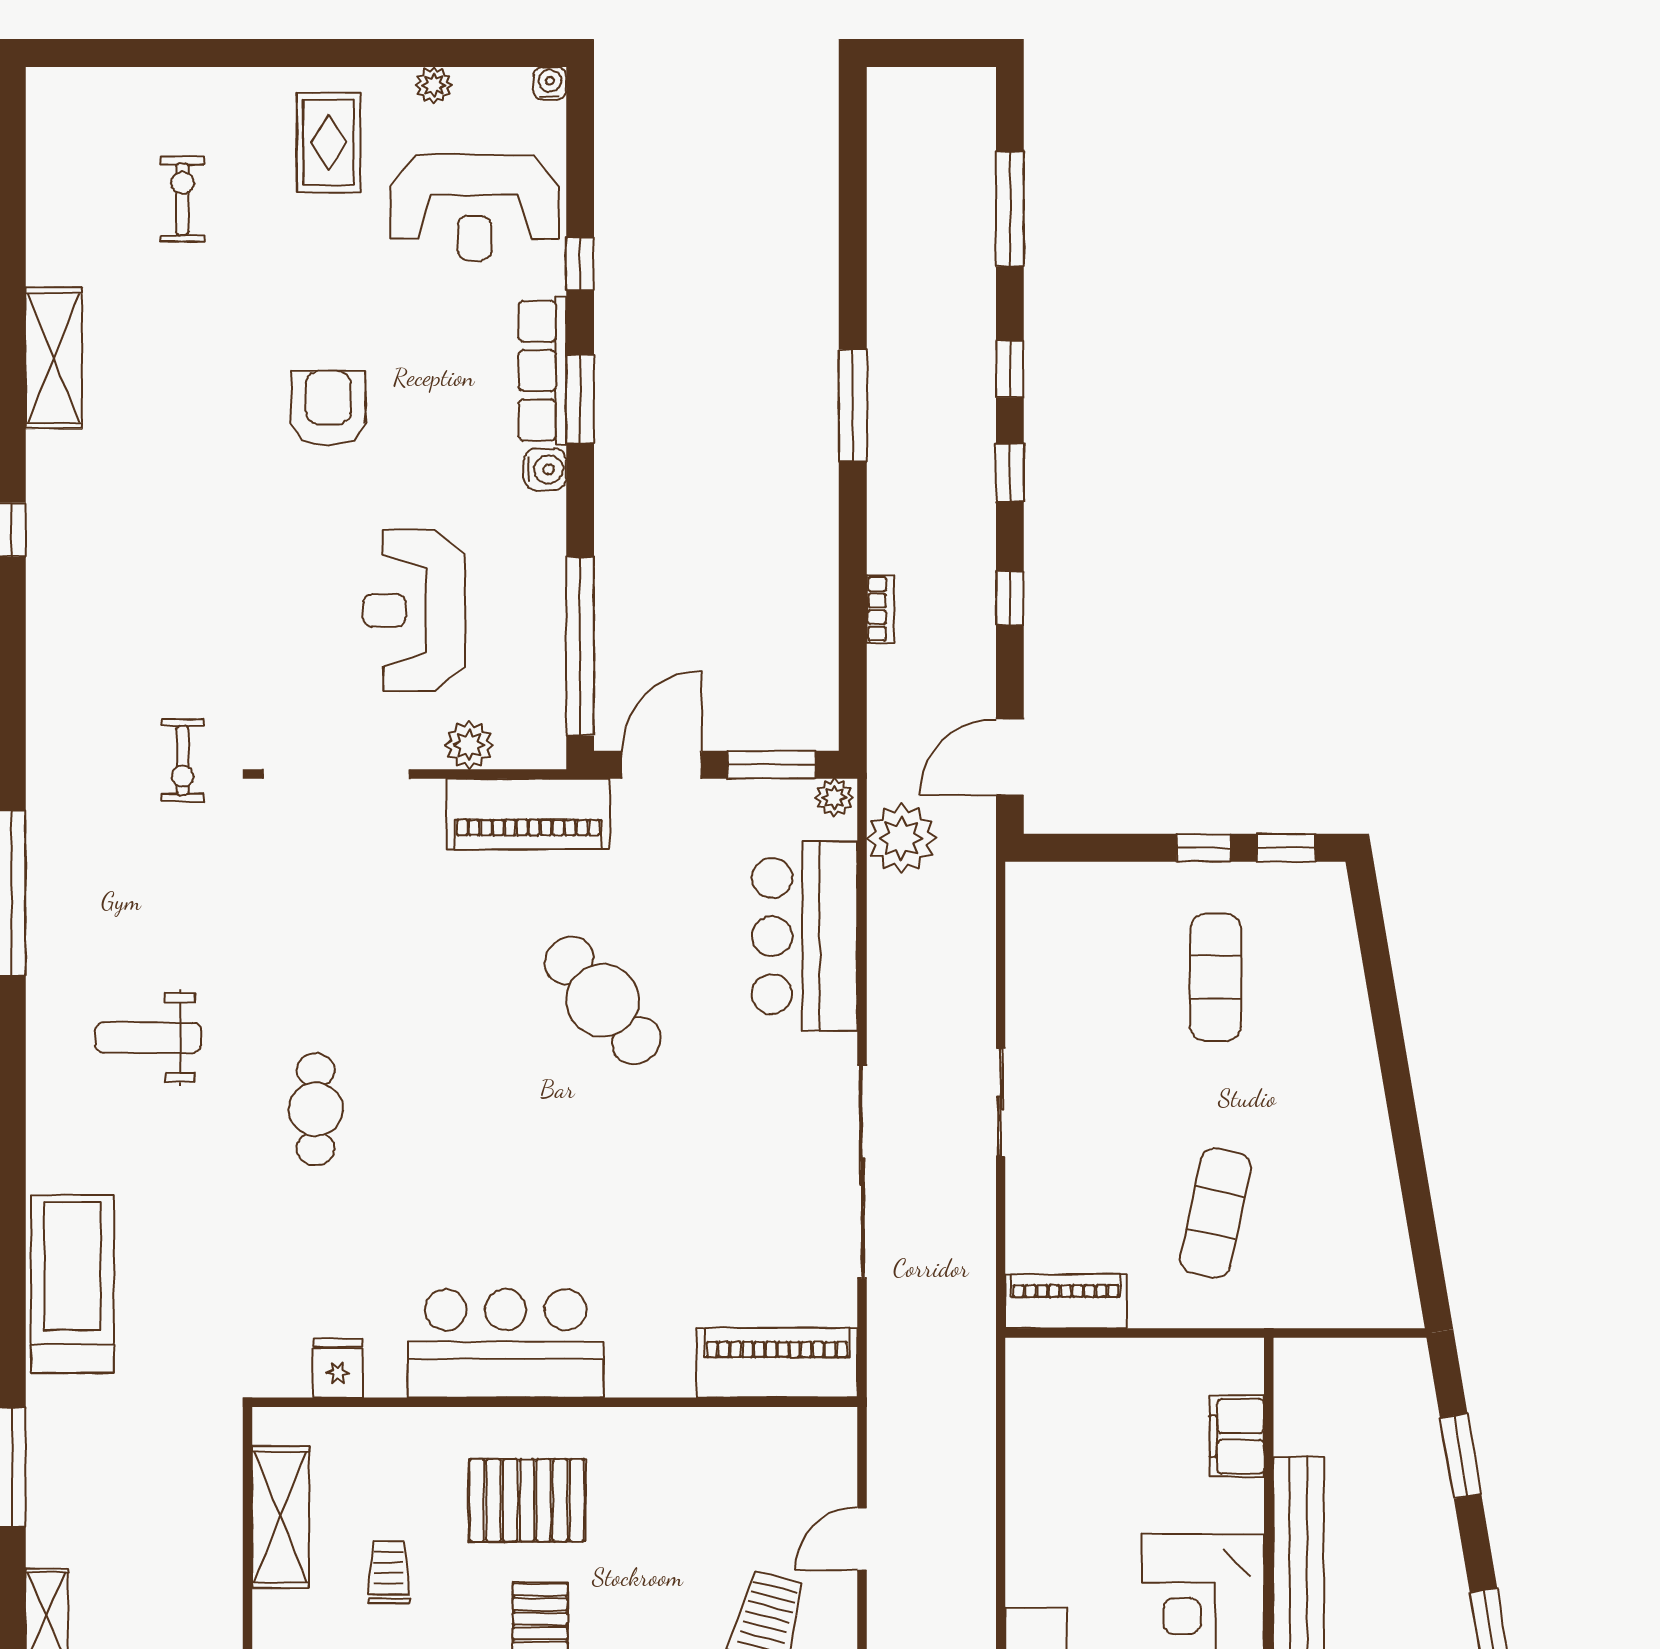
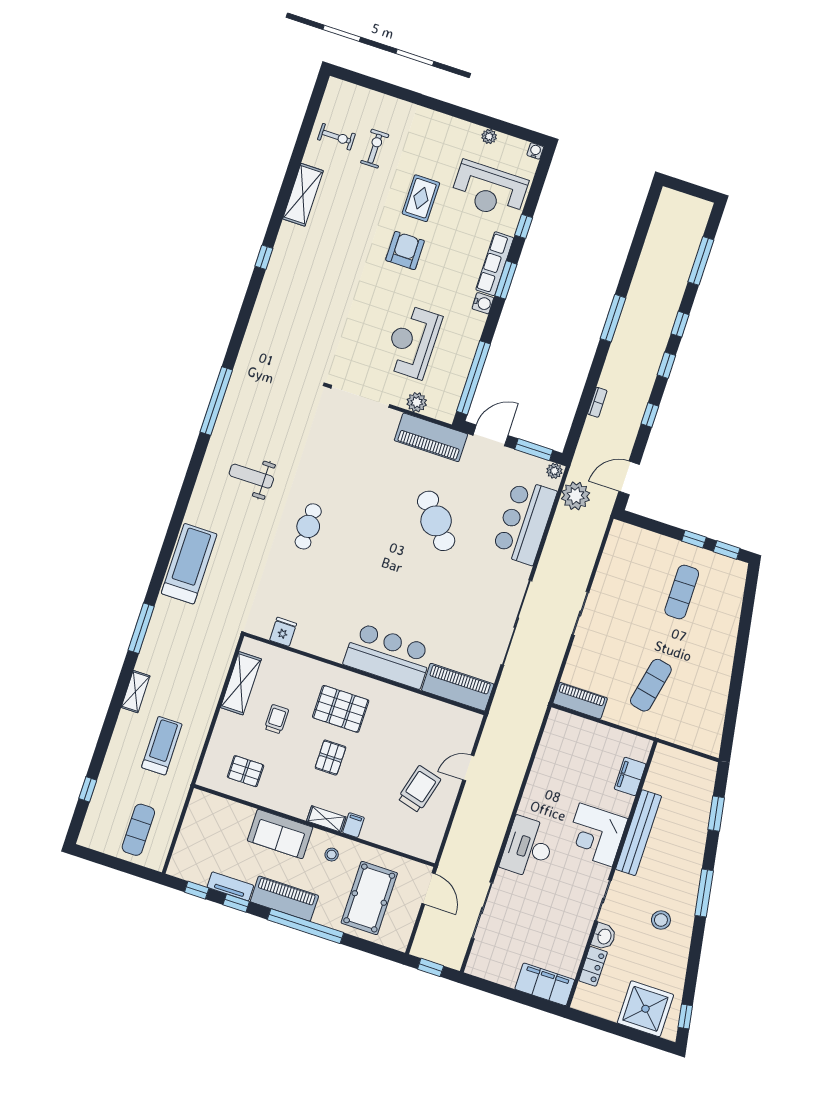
rug: (329, 142) -> (421, 198), moved
exercise bike: (183, 761) -> (336, 137), moved, turned -90
bar counter: (506, 1343) -> (388, 656), moved

